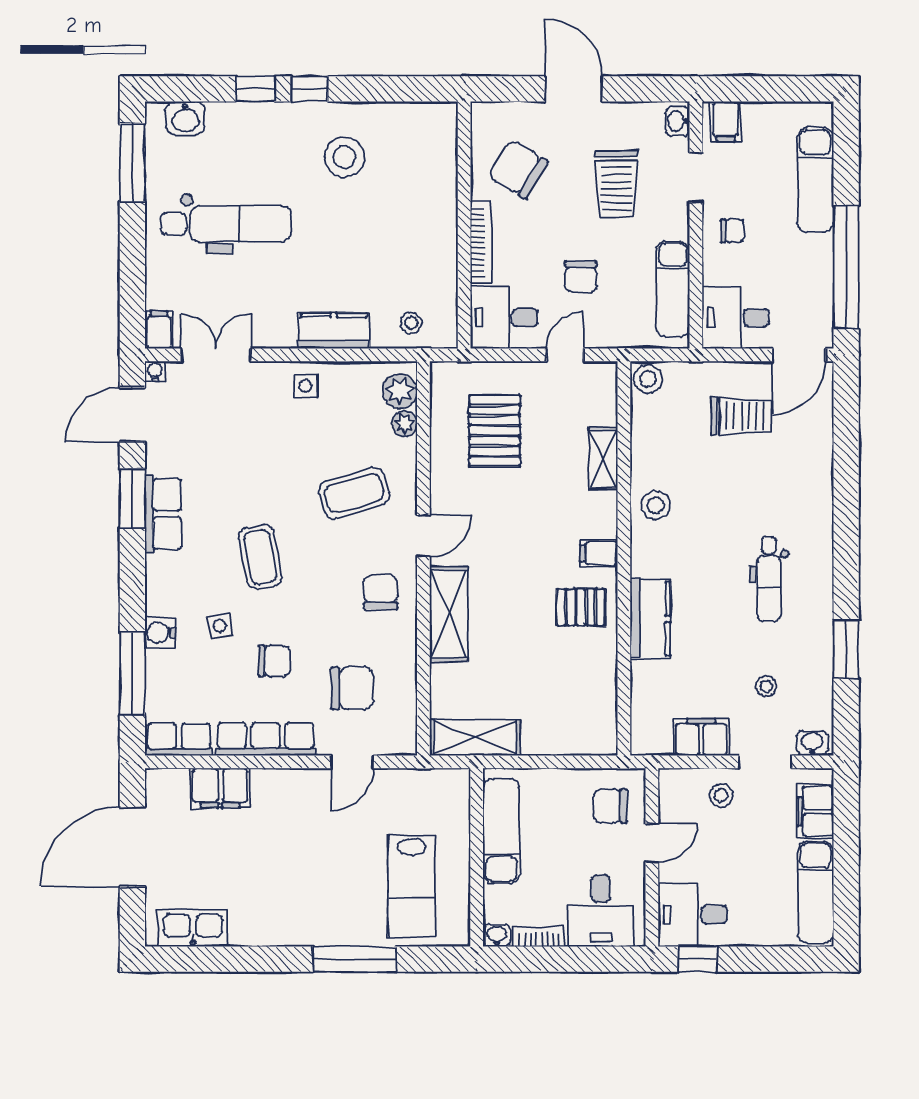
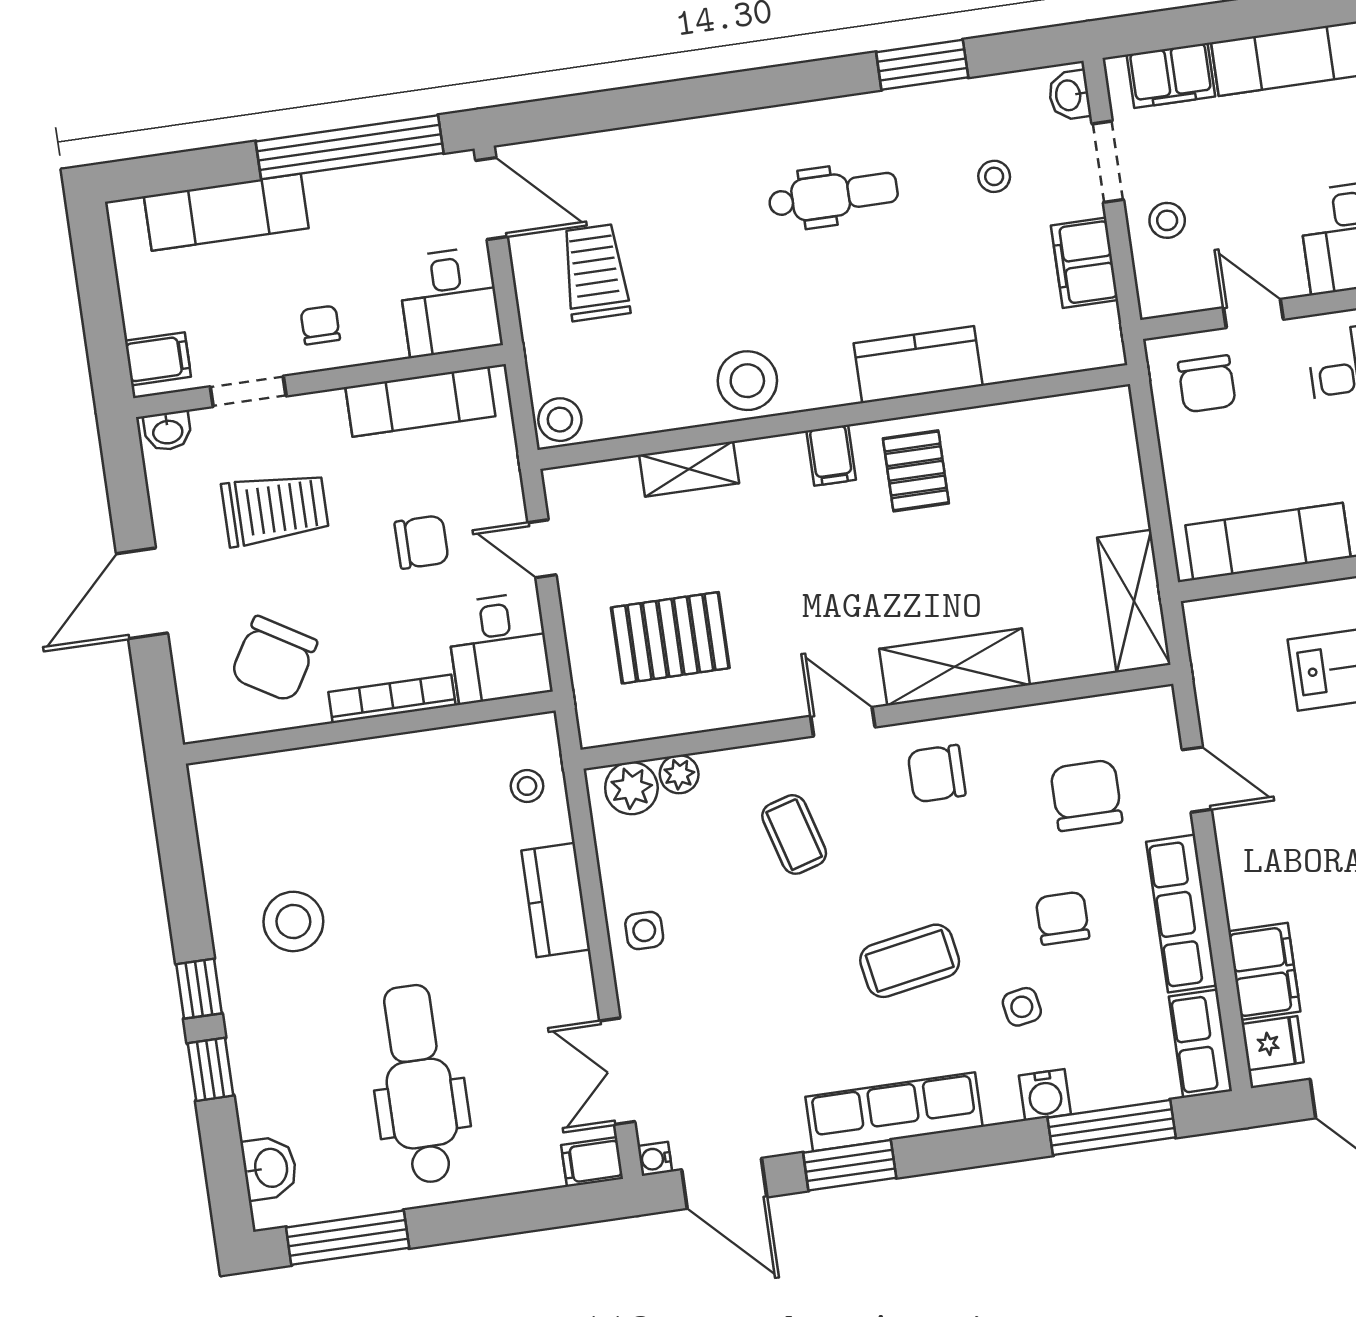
coffee table: (354, 493) -> (794, 834), width x0.73, depth x0.77
stool: (656, 505) -> (747, 381), width x1.38, depth x1.38
row of seats: (163, 514) -> (894, 1112), width x1.48
fridge: (172, 787) -> (1273, 1043), added

